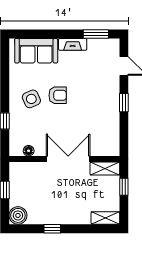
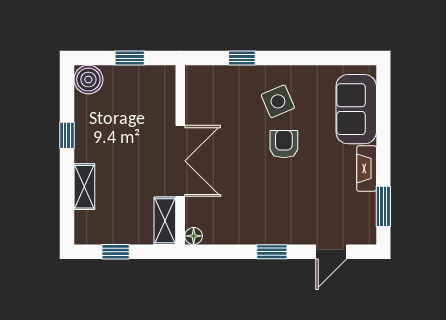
armchair: (58, 95) -> (284, 144), turned 180
floor lamp: (29, 151) -> (194, 236), moved
window: (124, 187) -> (116, 252), moved
shelving: (105, 218) -> (84, 187), moved

